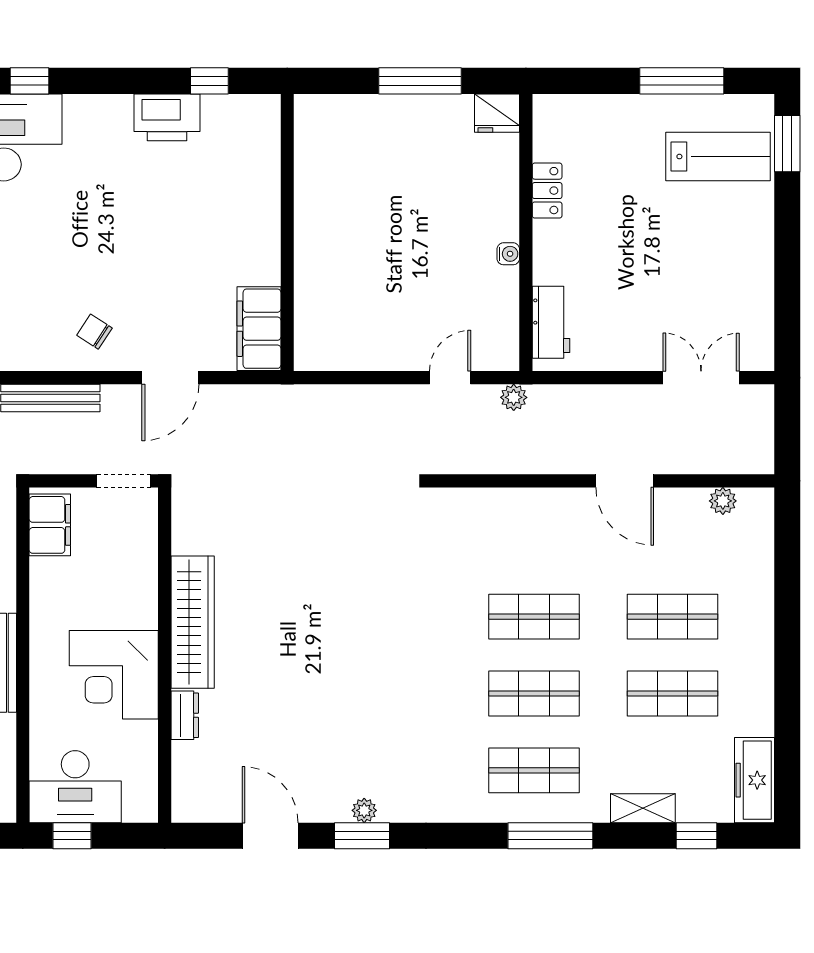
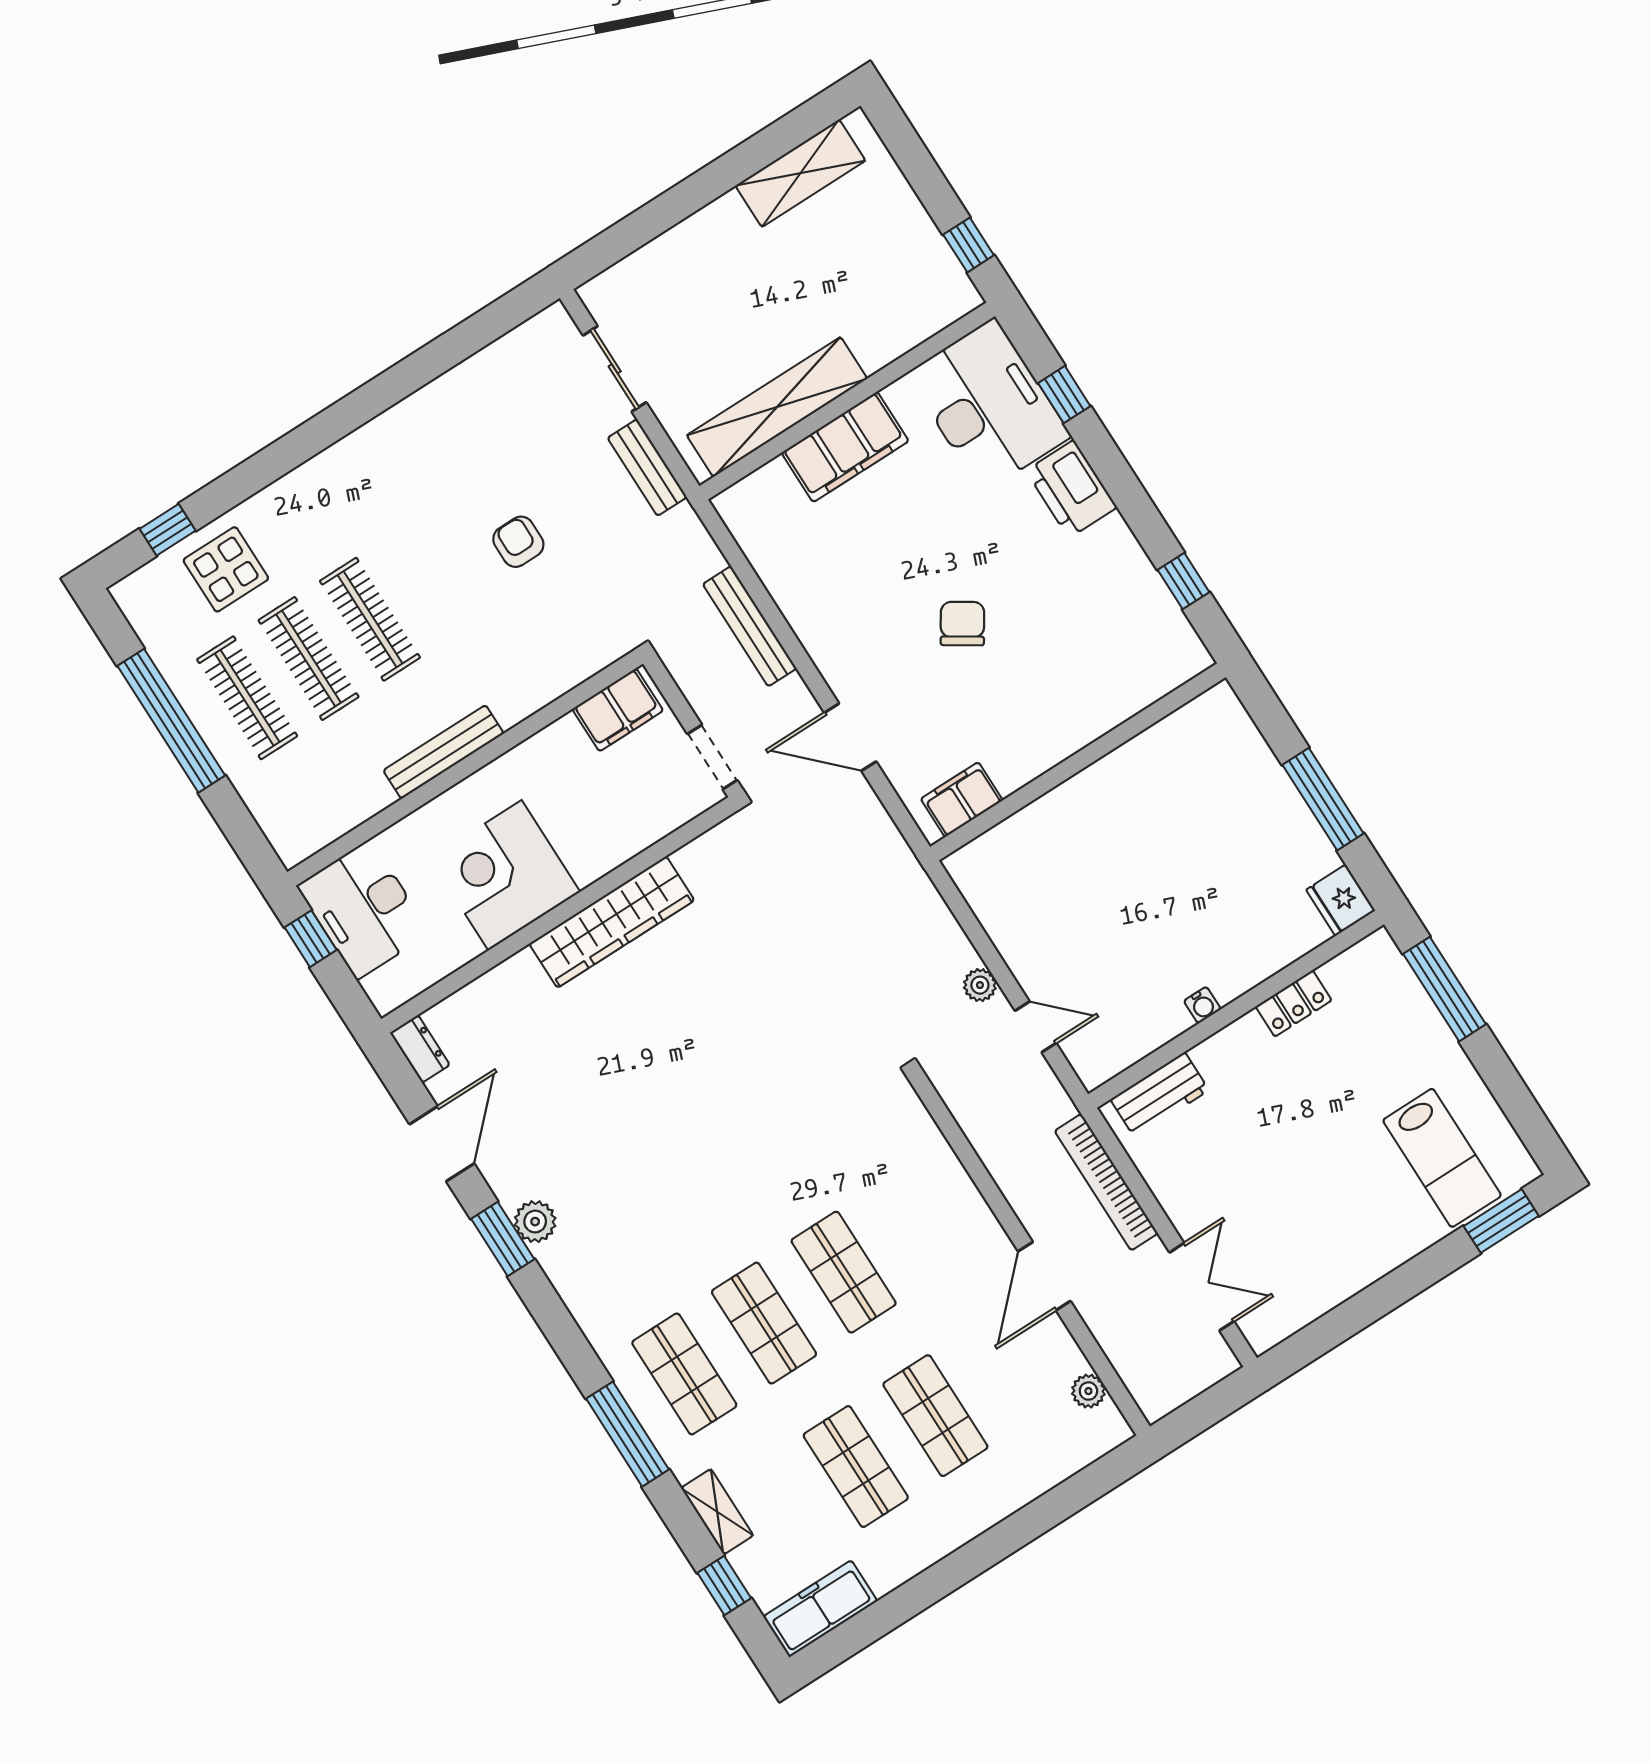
window: (682, 81) -> (1444, 989), moved
printer: (167, 117) -> (1071, 489), moved
filing cabinet: (259, 329) -> (962, 800), width x0.67, depth x0.86
chair: (94, 332) -> (962, 624), moved, width x1.37, depth x1.37
plant: (514, 397) -> (980, 985), moved
bookcase: (588, 397) -> (1106, 1182), added
dresser: (185, 715) -> (420, 1049), moved, turned -90
plant: (364, 810) -> (535, 1222), width x1.38, depth x1.38

